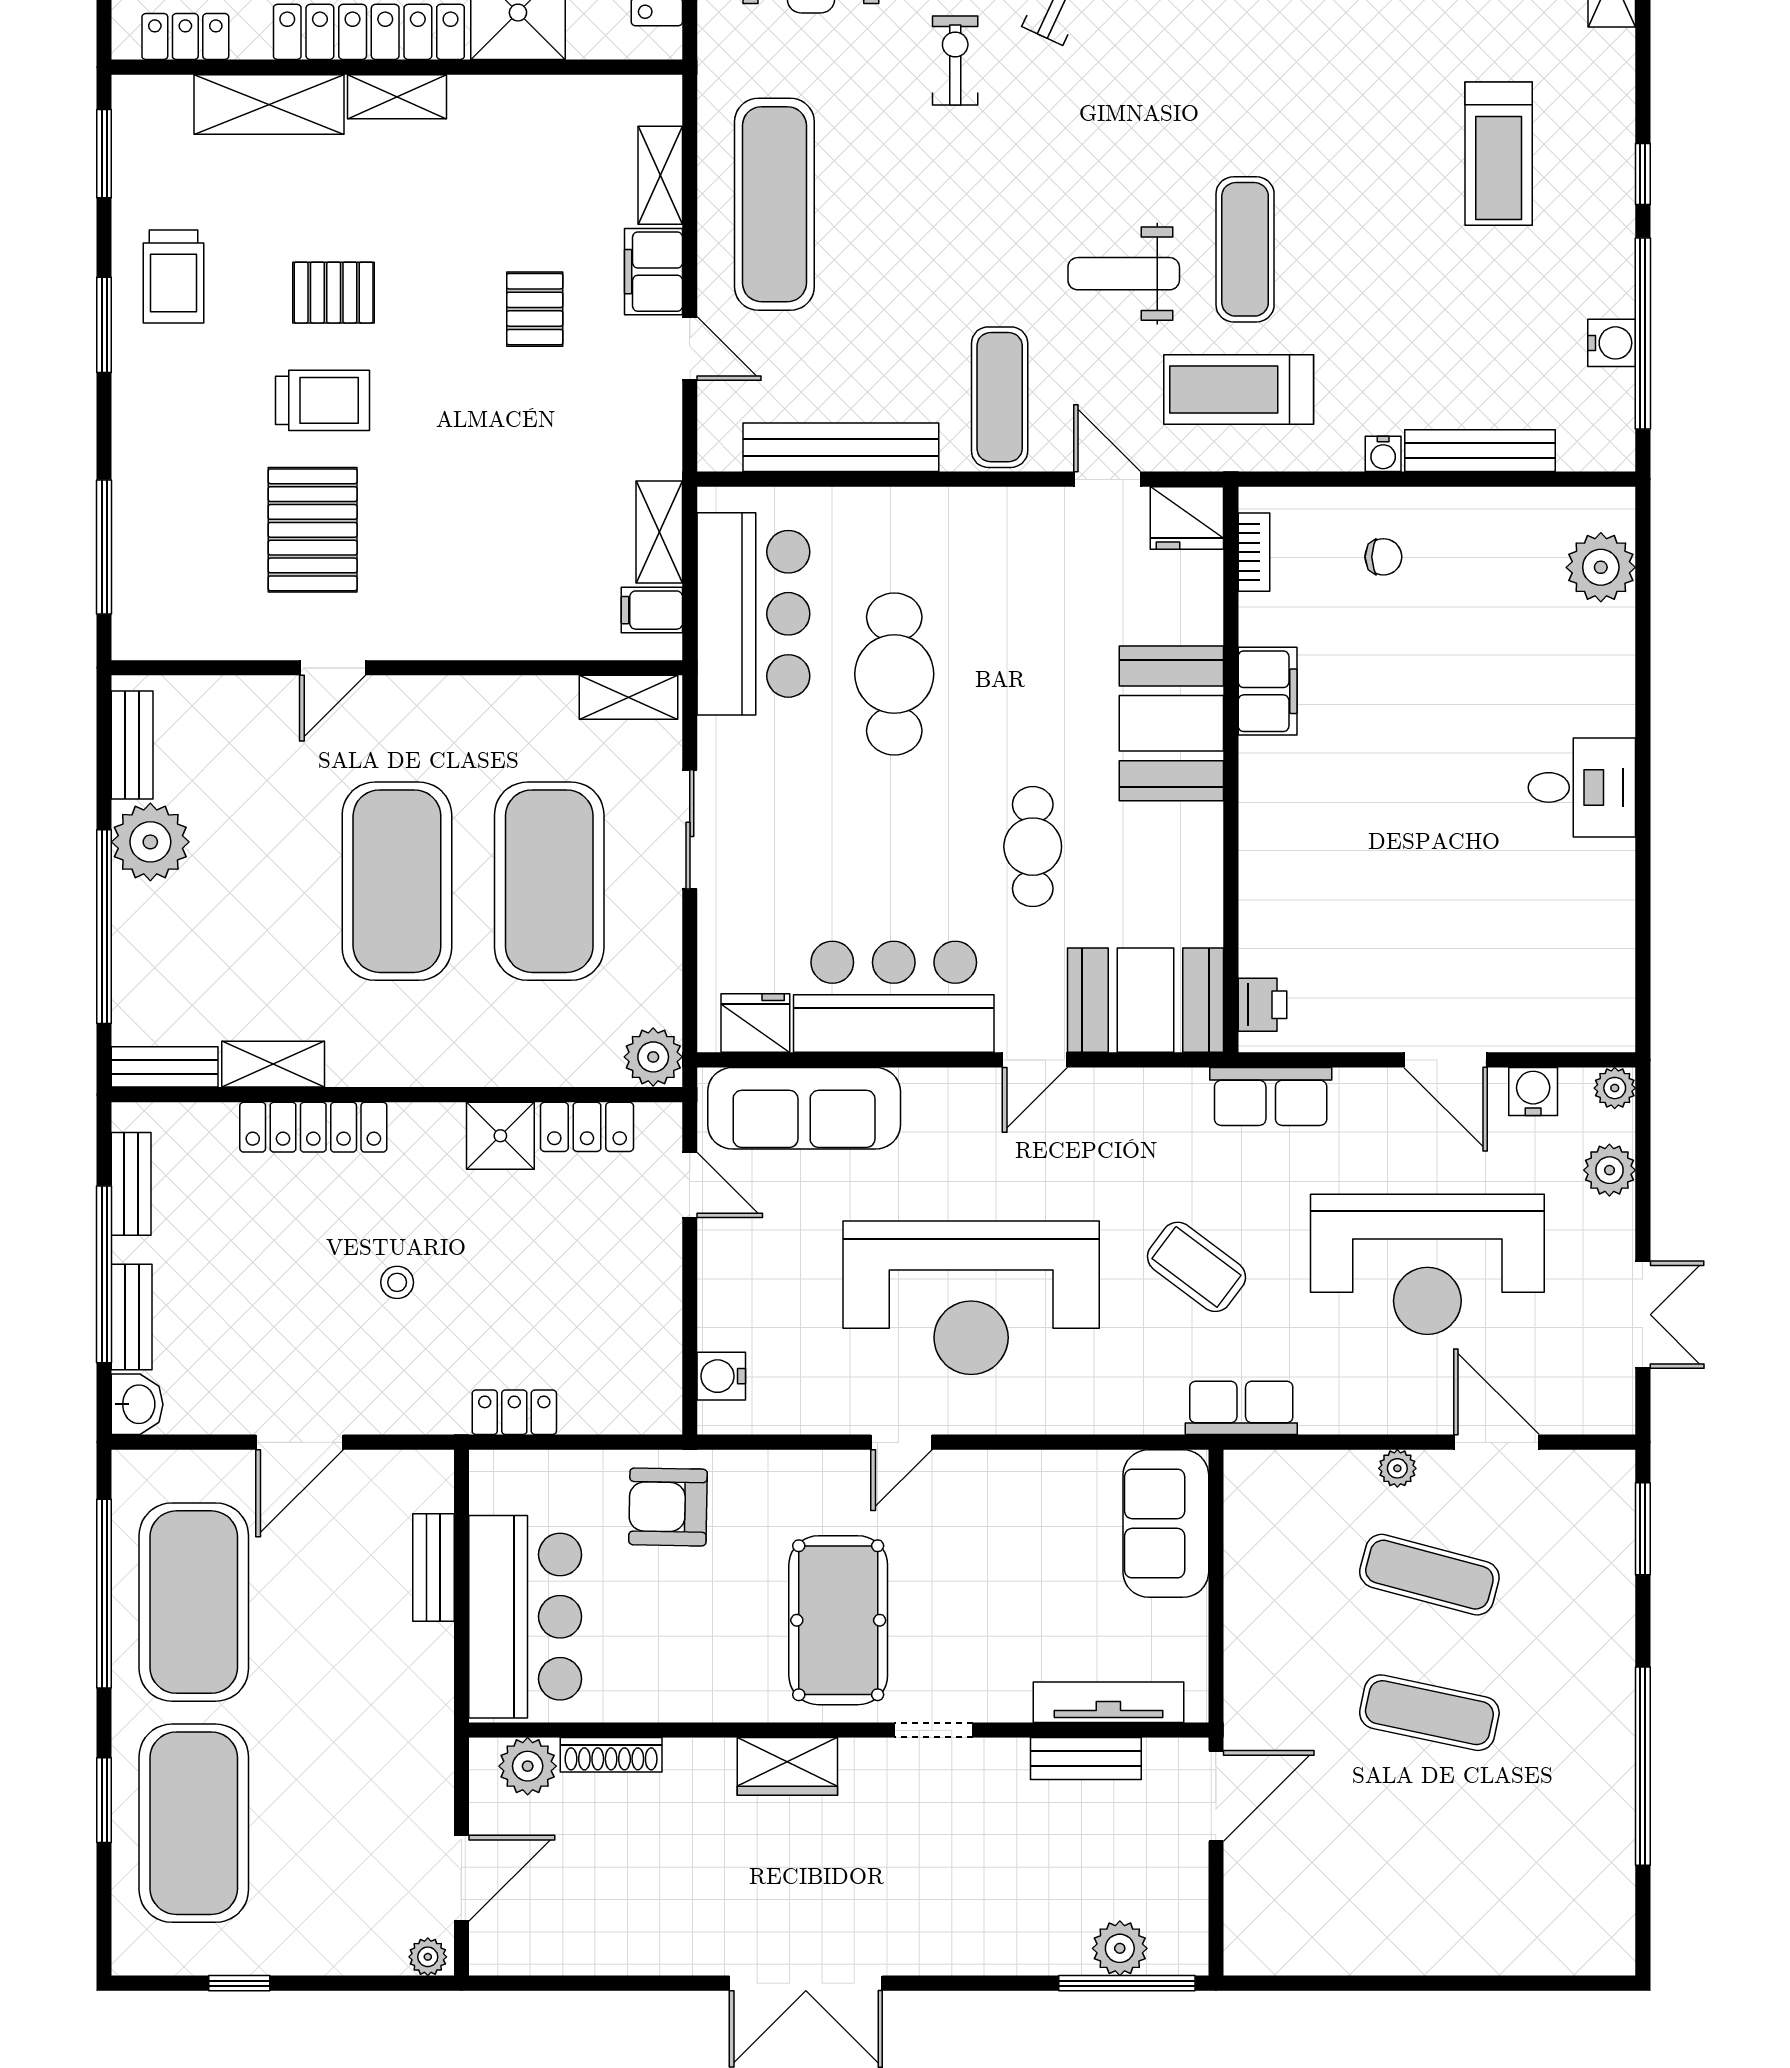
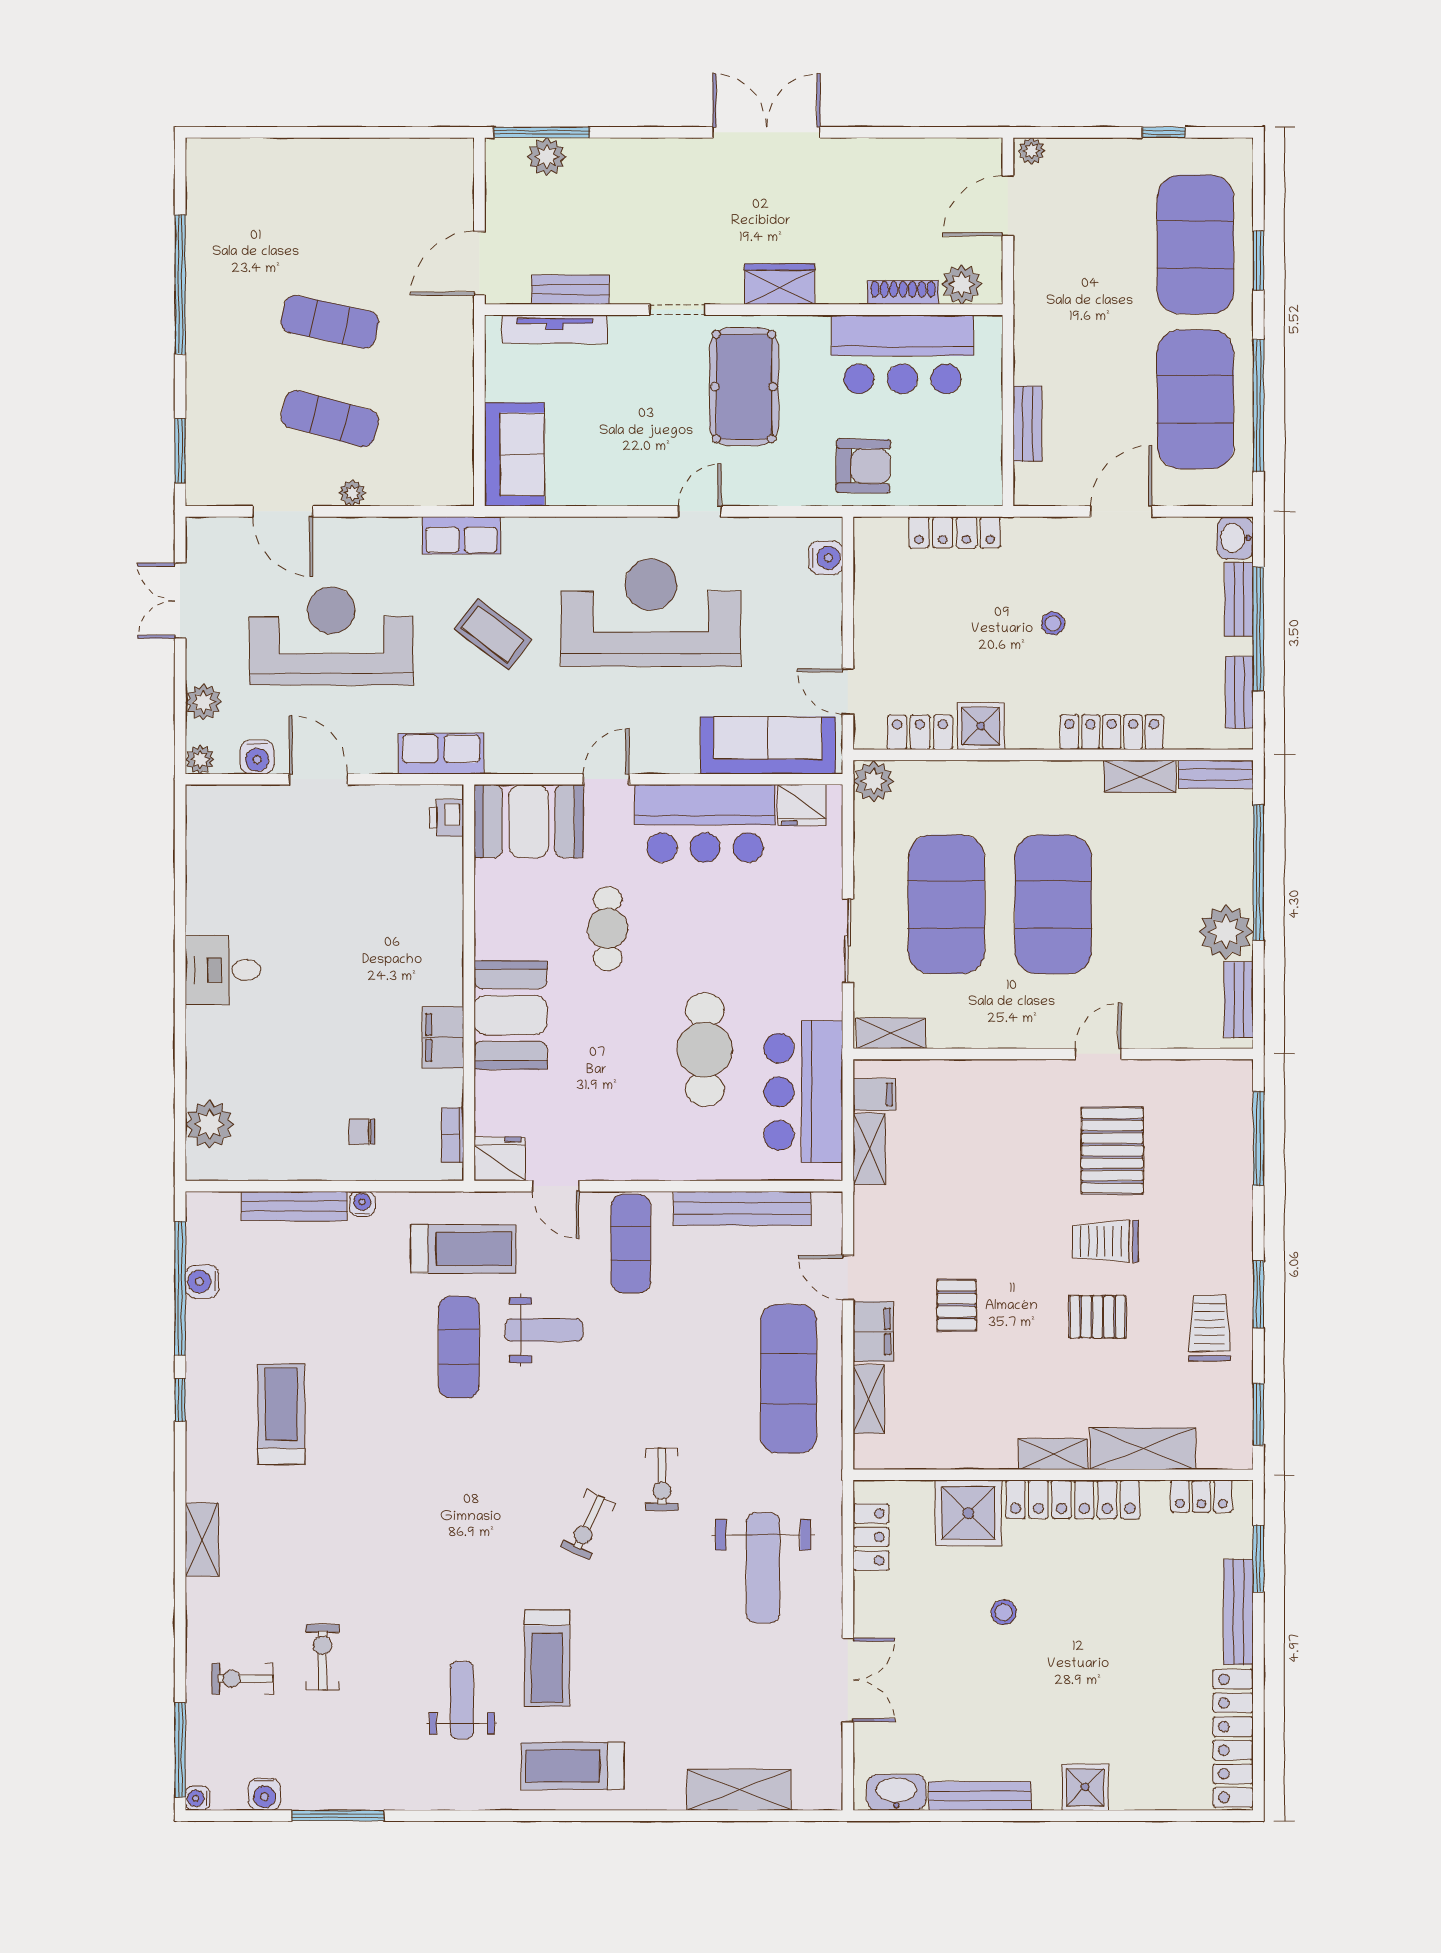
locker: (514, 1412) -> (955, 532), width x1.53
bar counter: (525, 1617) -> (902, 354), moved, turned -90

